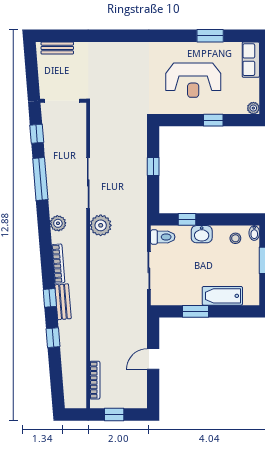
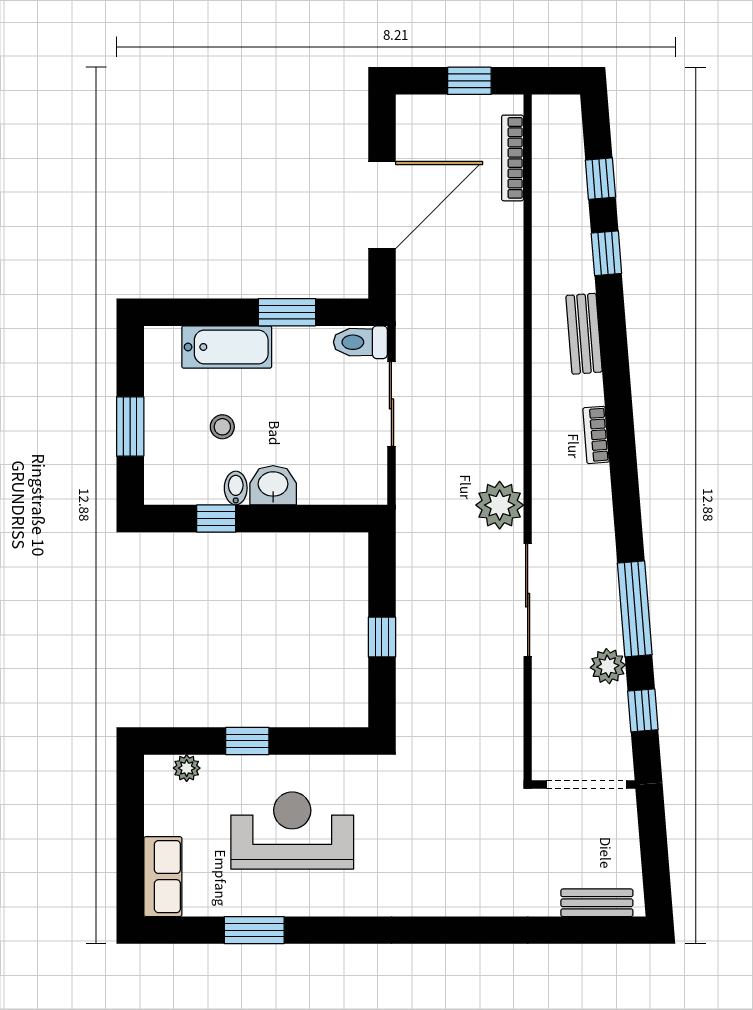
plant: (253, 108) -> (187, 768), moved
window: (187, 219) -> (216, 518), moved
plant: (58, 223) -> (608, 666), moved
bidet: (254, 233) -> (236, 488), moved
toilet: (163, 237) -> (360, 342), moved
stool: (235, 238) -> (222, 427), moved
bookcase: (58, 264) -> (596, 435), width x0.64
window: (50, 298) -> (600, 179), moved
door: (153, 359) -> (382, 205), width x1.88

